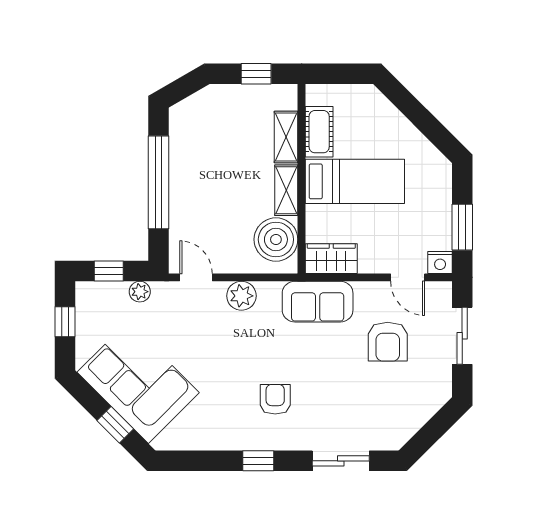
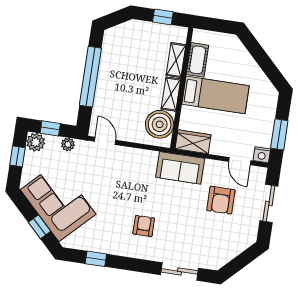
plant: (241, 296) -> (36, 142), moved
window: (258, 461) -> (96, 259), moved

